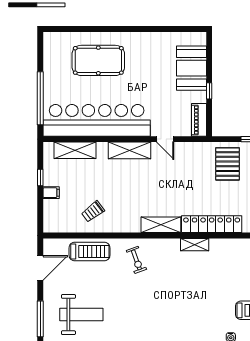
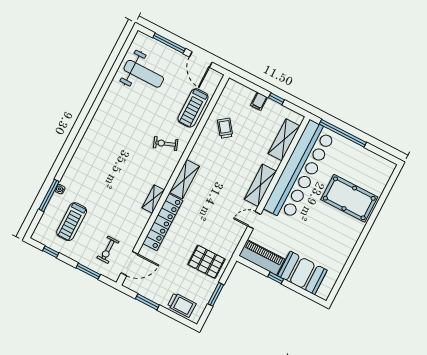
pool table: (98, 60) -> (349, 198), turned 90
piano: (199, 120) -> (262, 257), width x1.37, depth x1.33
weight bench: (81, 315) -> (144, 74), turned -90
window: (40, 319) -> (169, 43), moved

